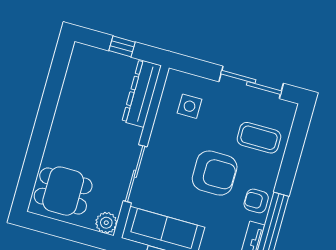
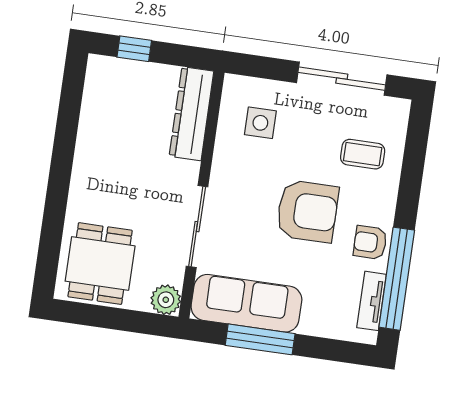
window: (122, 46) -> (134, 49), moved
coffee table: (259, 138) -> (363, 154), width x0.73, depth x0.77
dining table: (63, 191) -> (100, 264), turned 90

